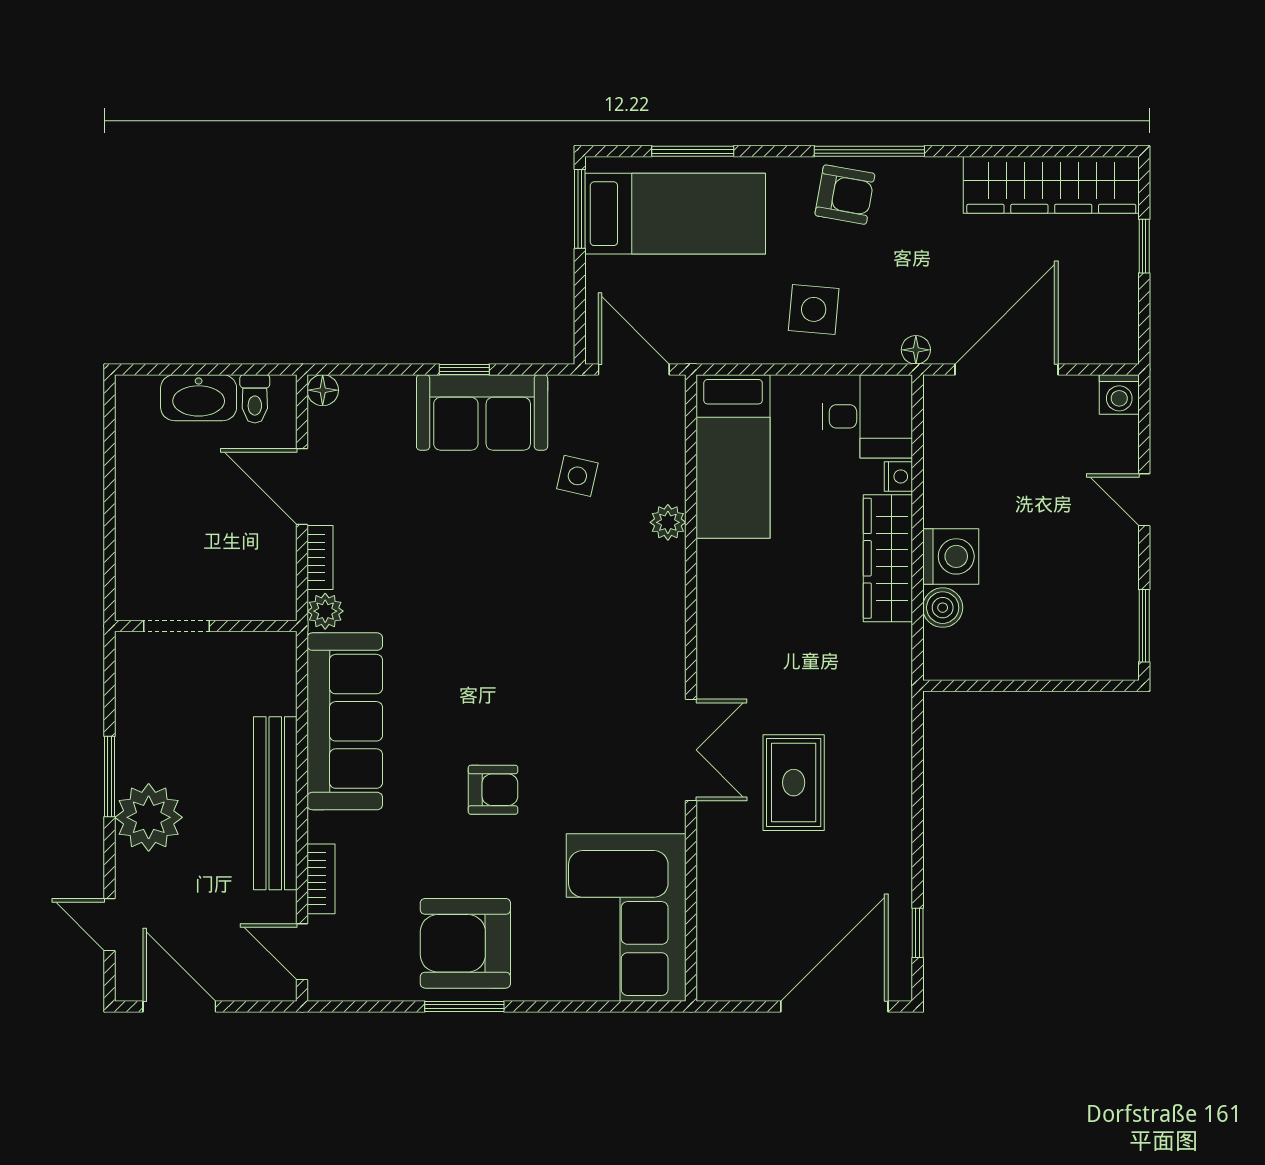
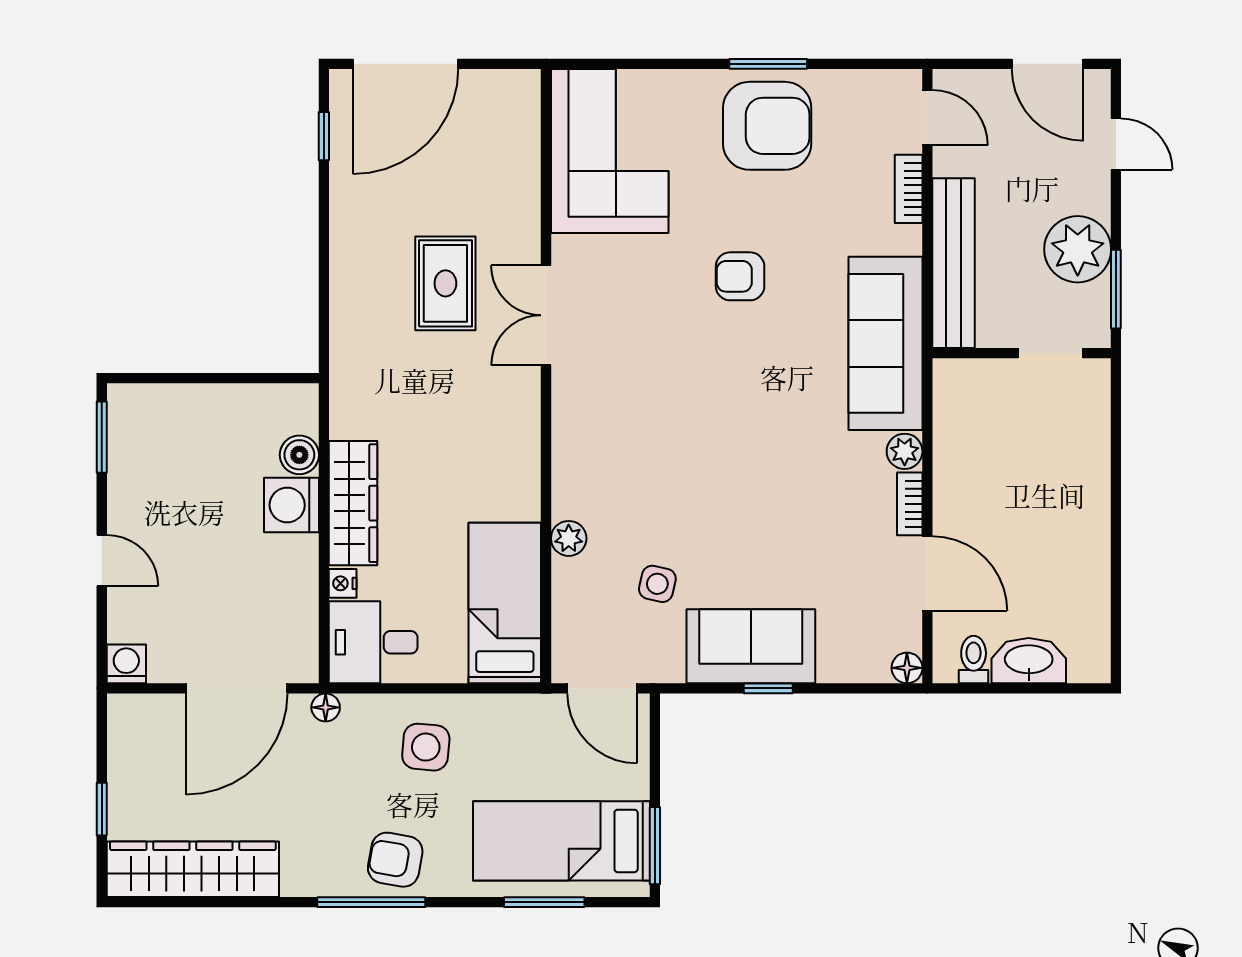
doorway: (177, 626) -> (1050, 353), moved
wall: (206, 626) -> (1022, 353), moved

